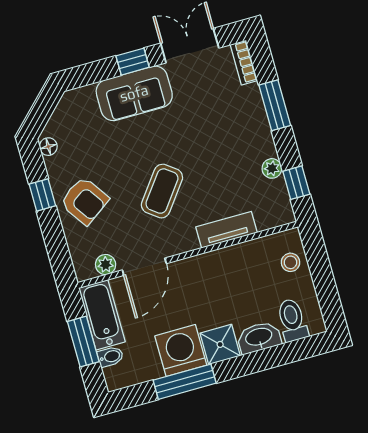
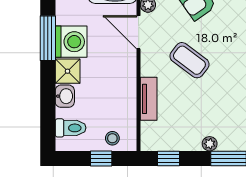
plant: (272, 168) -> (210, 144), moved
window: (321, 270) -> (101, 158), added
washbasin: (259, 337) -> (65, 96), width x0.72

